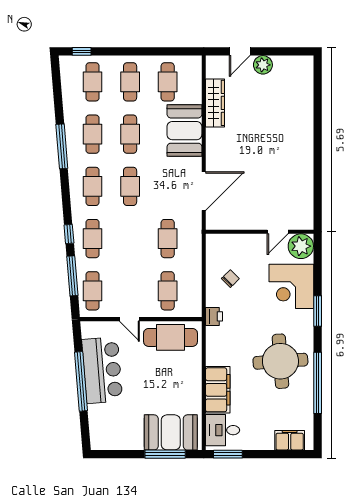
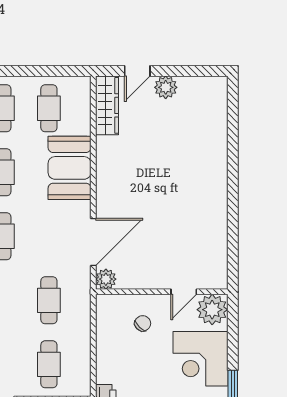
wardrobe: (215, 103) -> (107, 105), moved
plant: (214, 221) -> (106, 279), added
chair: (230, 279) -> (143, 323), moved

